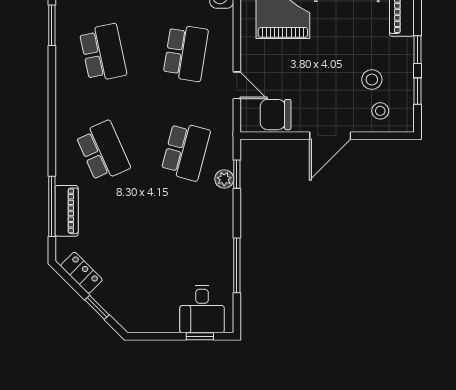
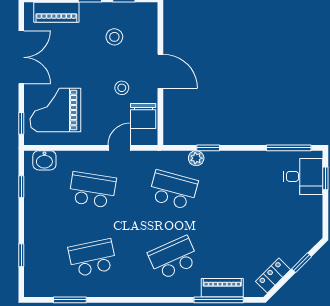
stool: (380, 111) -> (122, 88), moved
window: (237, 174) -> (208, 148), moved
window: (237, 265) -> (289, 148), moved

